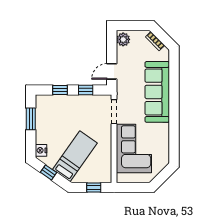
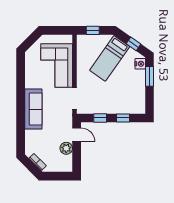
plant: (123, 39) -> (66, 148), moved
door: (112, 71) -> (77, 135), hinge flipped
sofa: (157, 92) -> (33, 109), width x0.74, depth x0.79
window: (31, 119) -> (149, 76), moved

